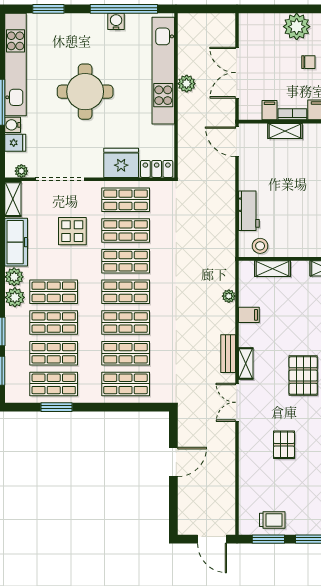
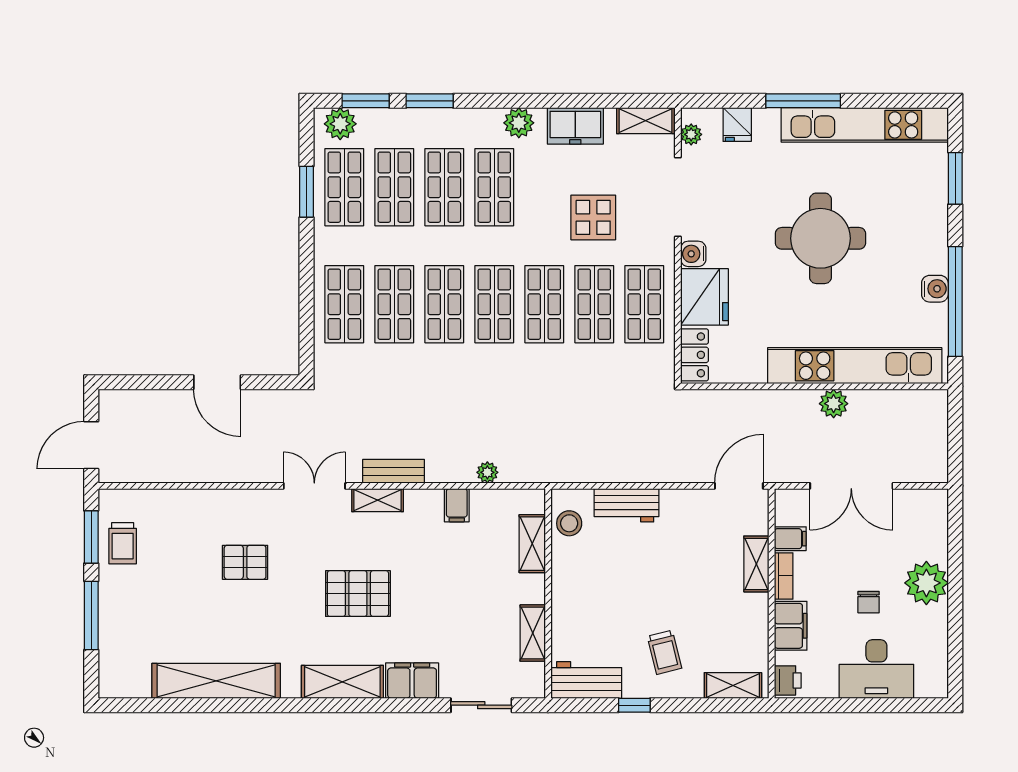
double door: (237, 73) -> (851, 486), swing flipped
water cooler: (13, 125) -> (693, 254), moved, turned -90
freezer: (16, 242) -> (575, 126), width x0.71
plant: (15, 297) -> (340, 124), moved

